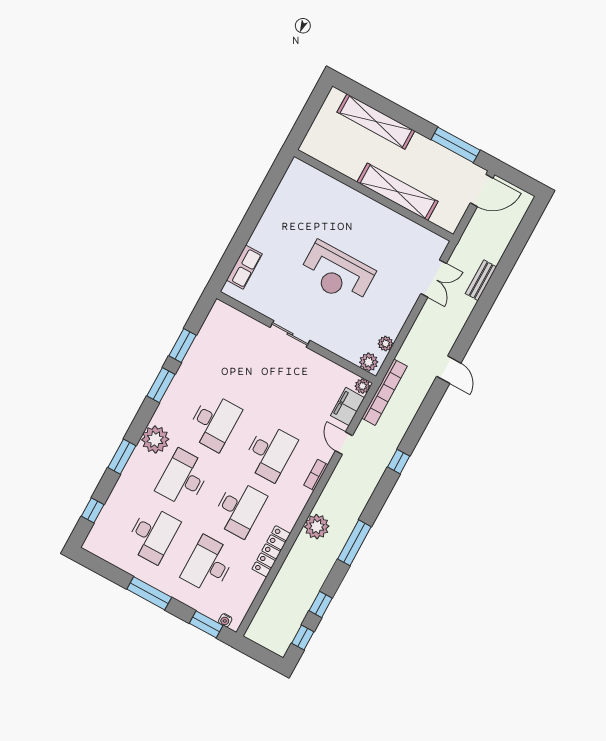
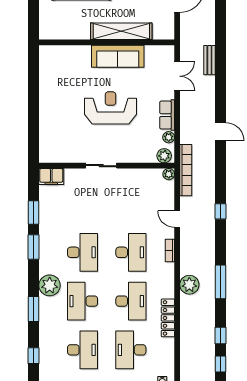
sofa: (378, 218) -> (118, 56), added
row of seats: (244, 267) -> (167, 115), moved, turned 180
reception desk: (337, 273) -> (110, 108), turned 180
filing cabinet: (348, 407) -> (51, 177), moved, turned -90

